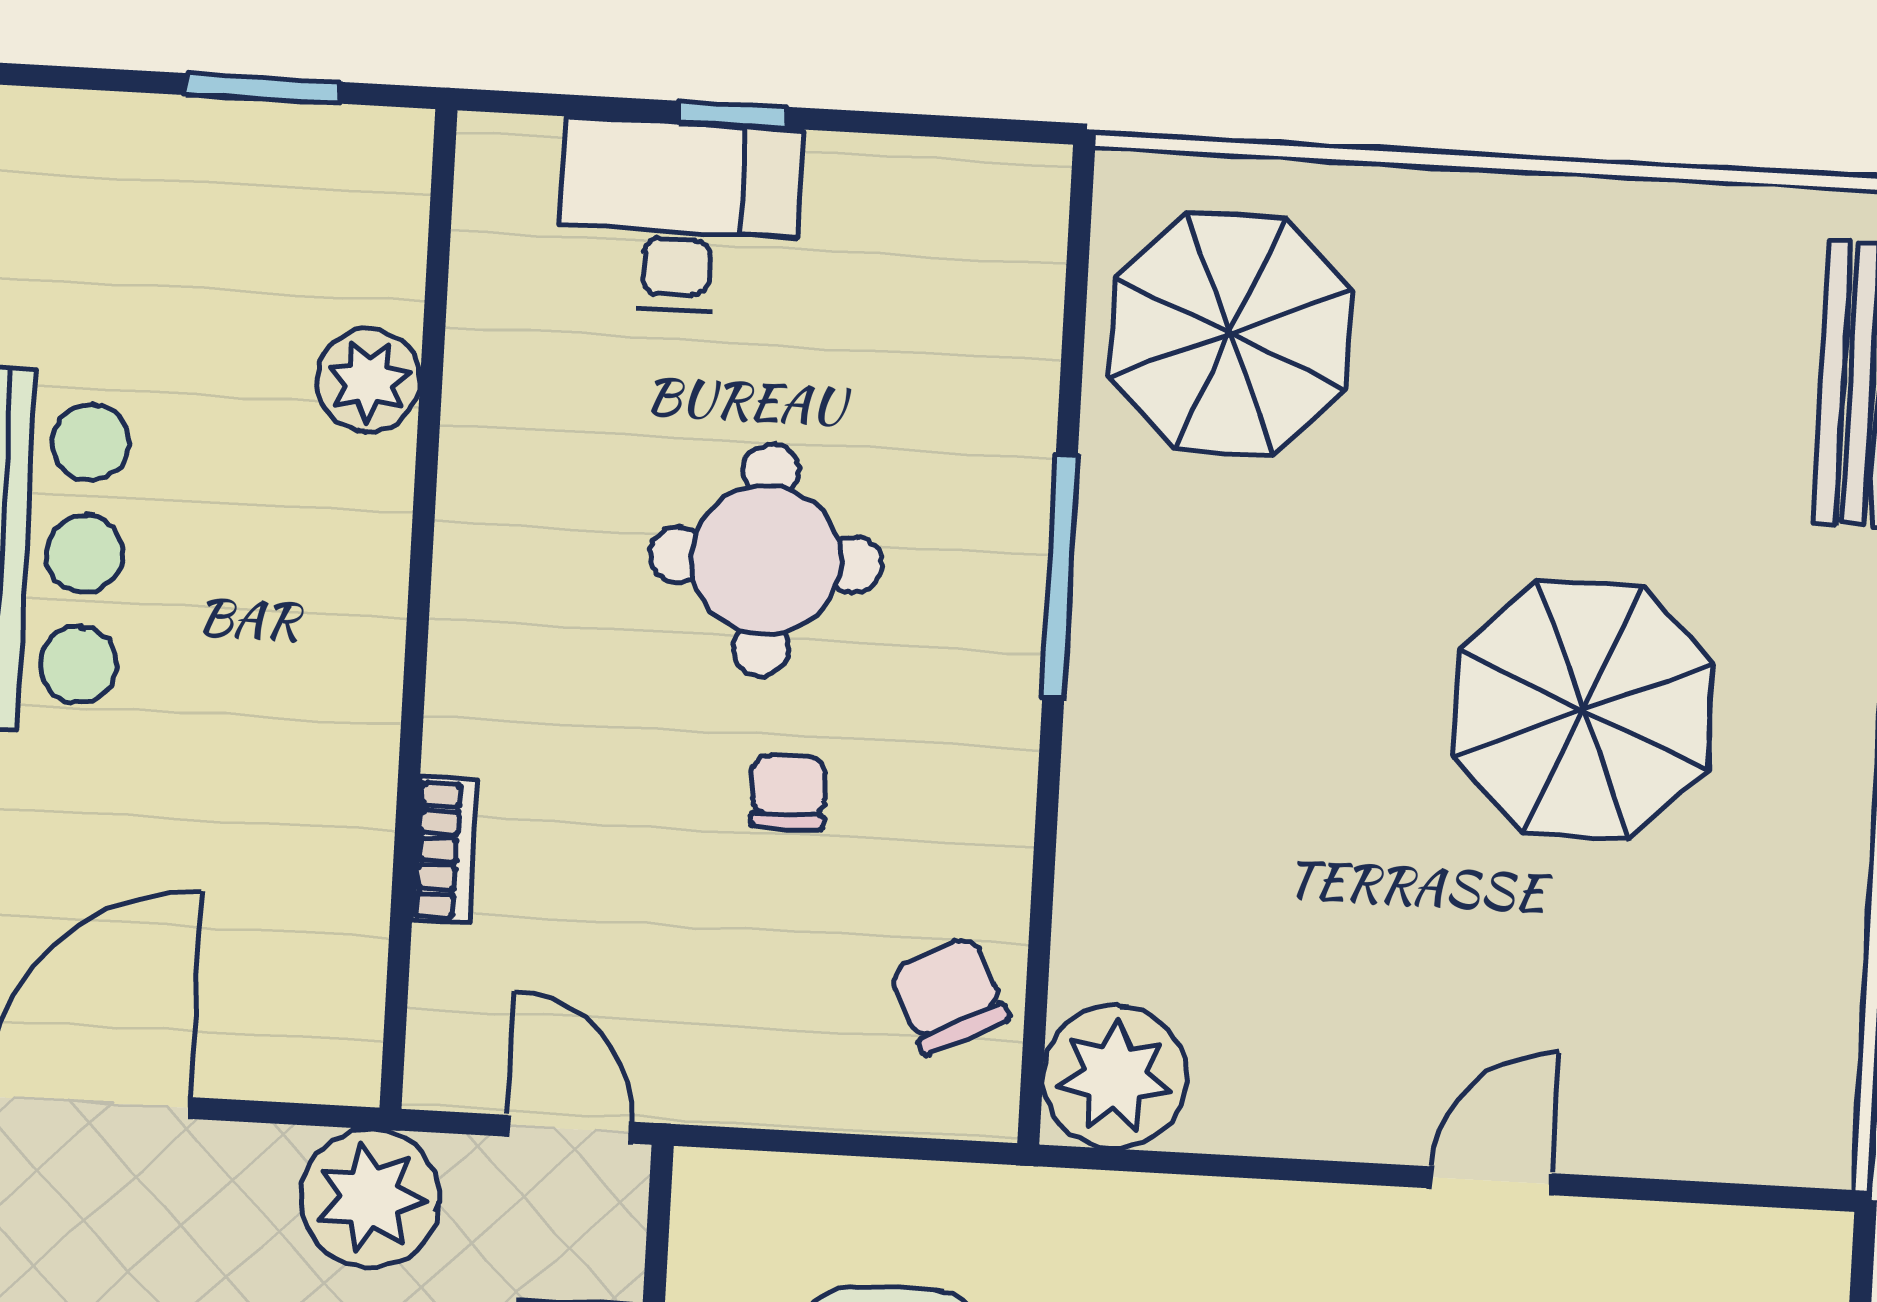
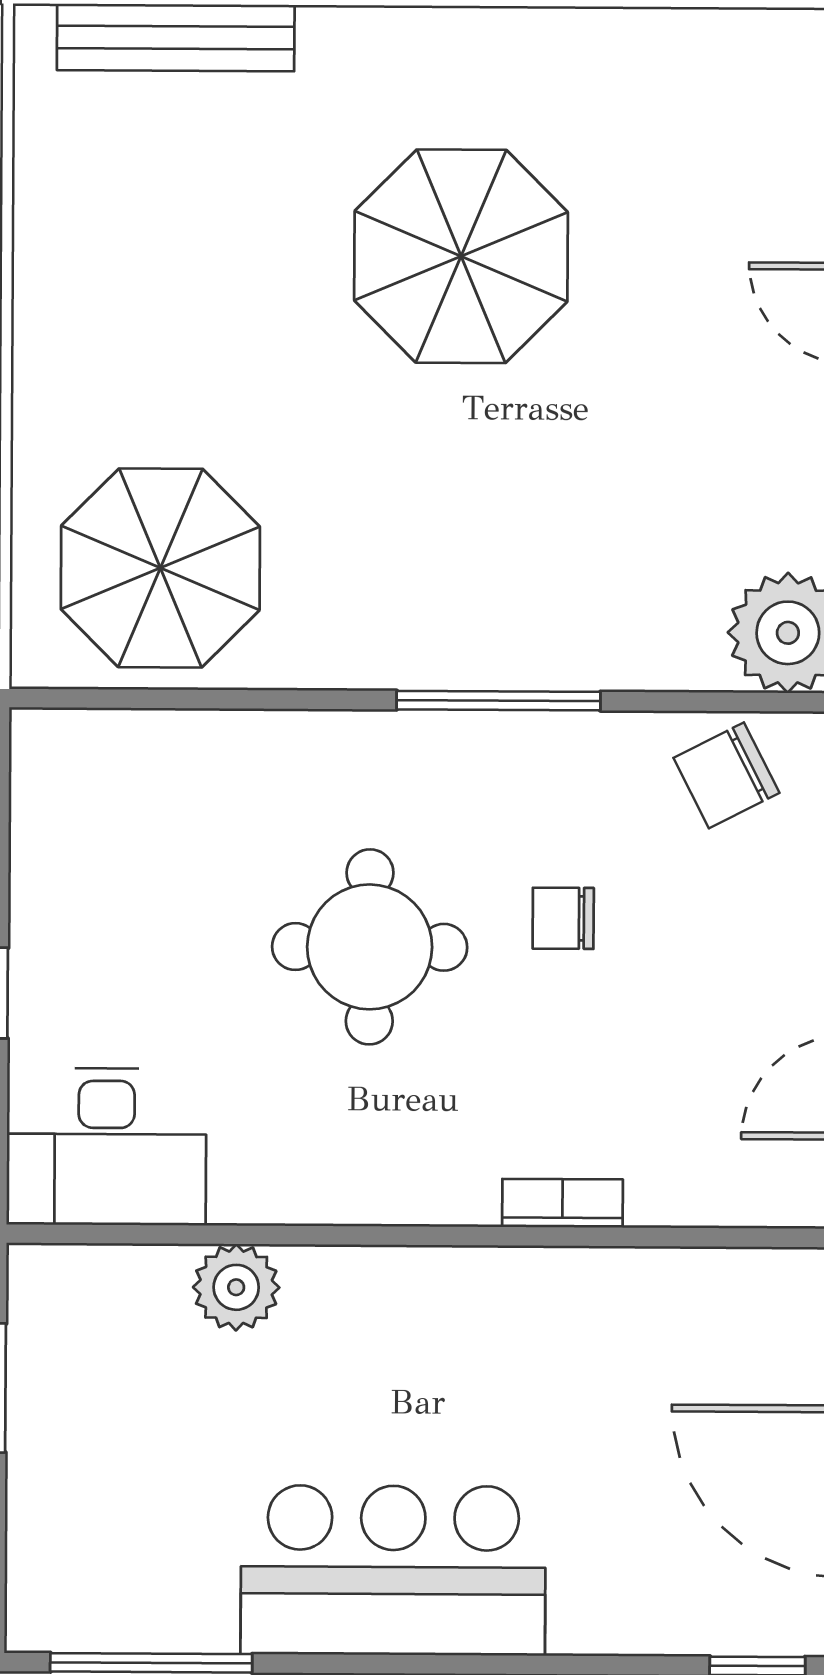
desk: (679, 216) -> (106, 1147), moved, turned -90
window: (1060, 577) -> (498, 701), moved
bookcase: (445, 850) -> (562, 1203), moved

